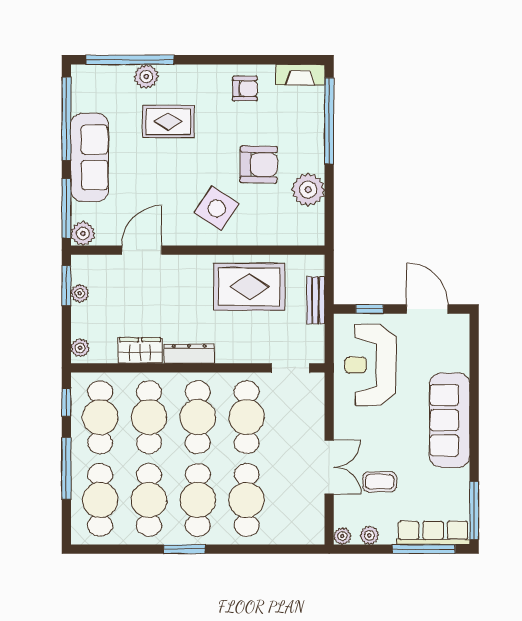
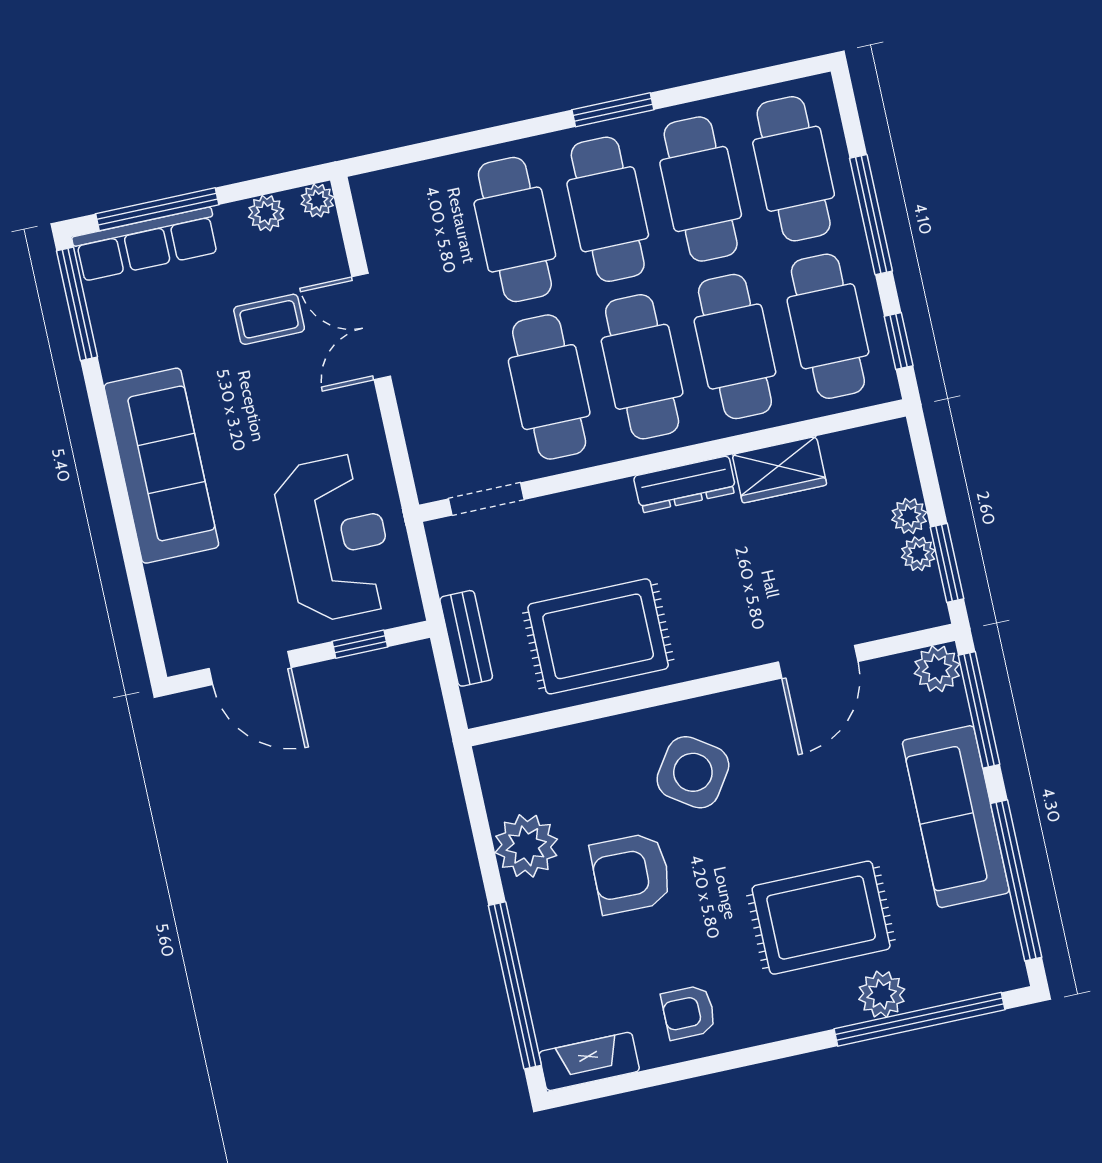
rug: (168, 121) -> (821, 918), width x1.36, depth x1.43
plant: (80, 348) -> (909, 516), moved

